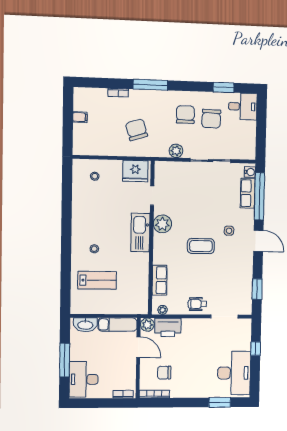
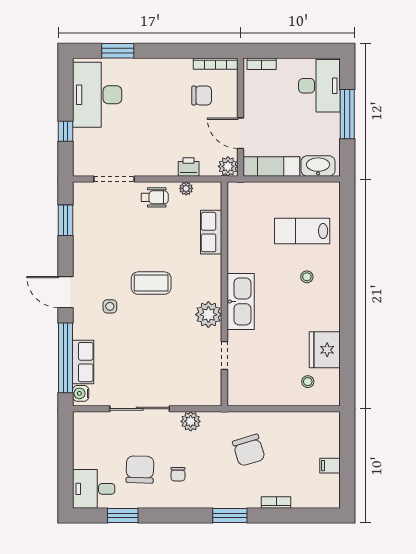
window: (150, 85) -> (230, 515), width x0.69
chair: (185, 115) -> (178, 474), width x0.54, depth x0.54
fridge: (135, 171) -> (325, 350), moved, turned -90
plant: (163, 310) -> (186, 188), moved
printer: (168, 327) -> (189, 167), width x0.53, depth x0.68

